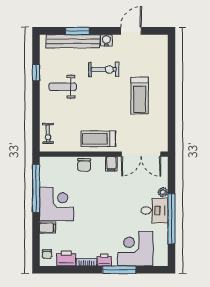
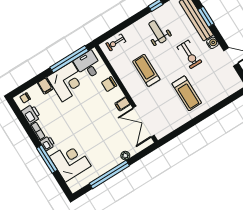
treadmill: (140, 96) -> (187, 93), turned -90
treadmill: (98, 139) -> (146, 70), moved
desk: (154, 211) -> (88, 65), moved, turned 180

